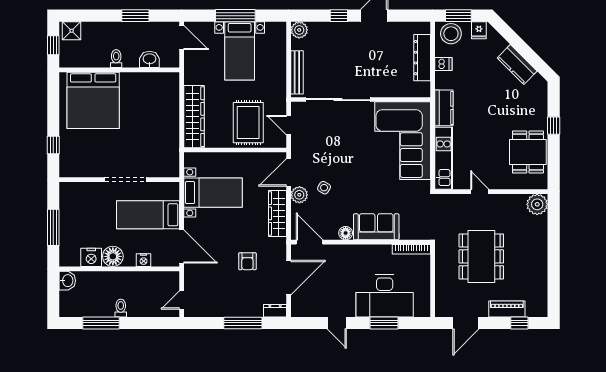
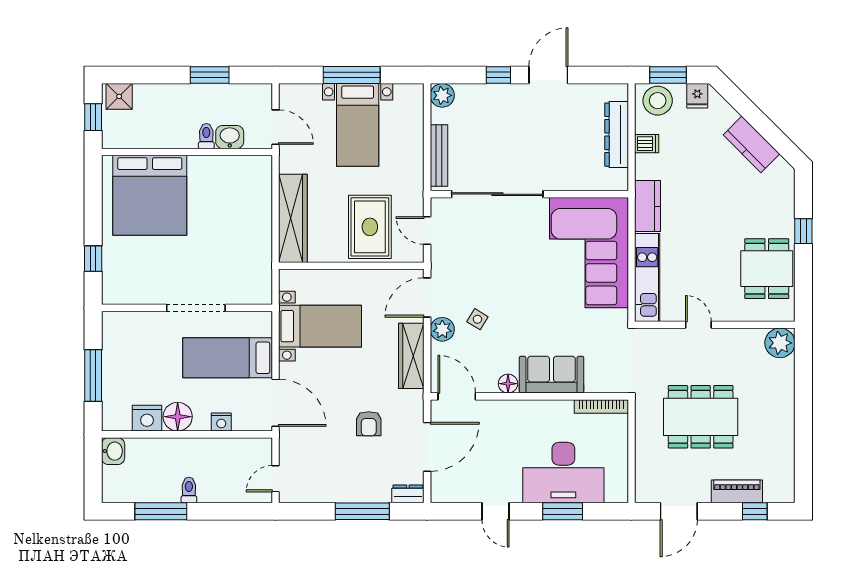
door: (182, 37) -> (275, 127), moved
toilet: (116, 59) -> (206, 136), moved
dining table: (481, 256) -> (701, 417), turned 90

